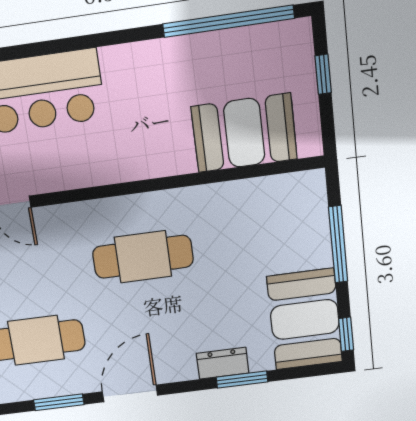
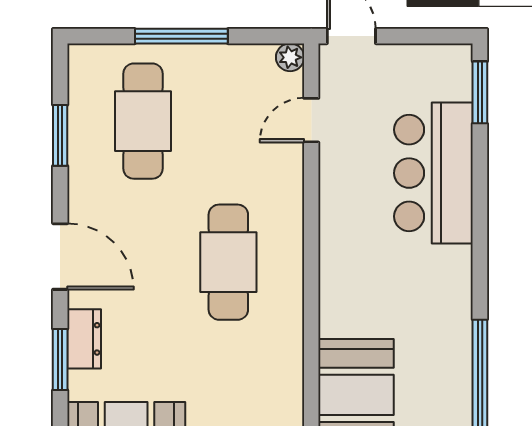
door: (130, 393) -> (60, 256), moved

